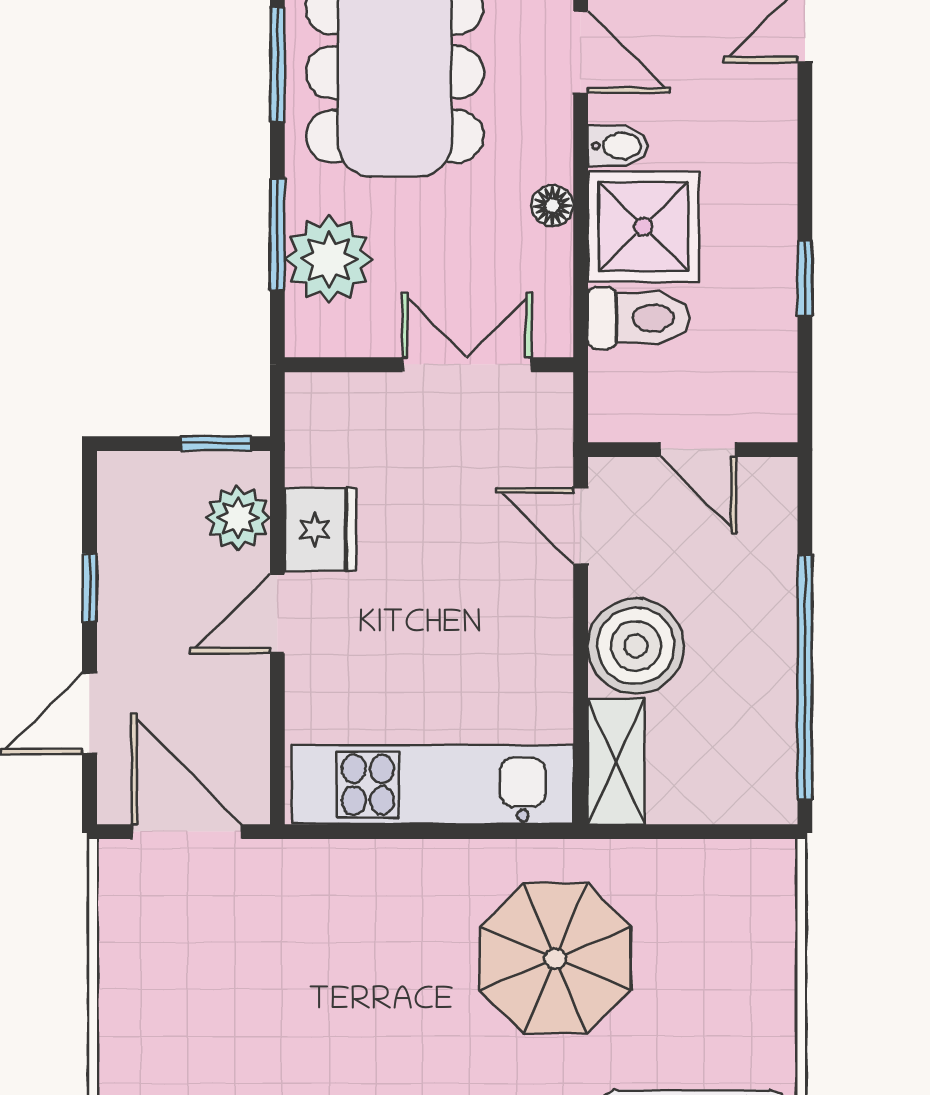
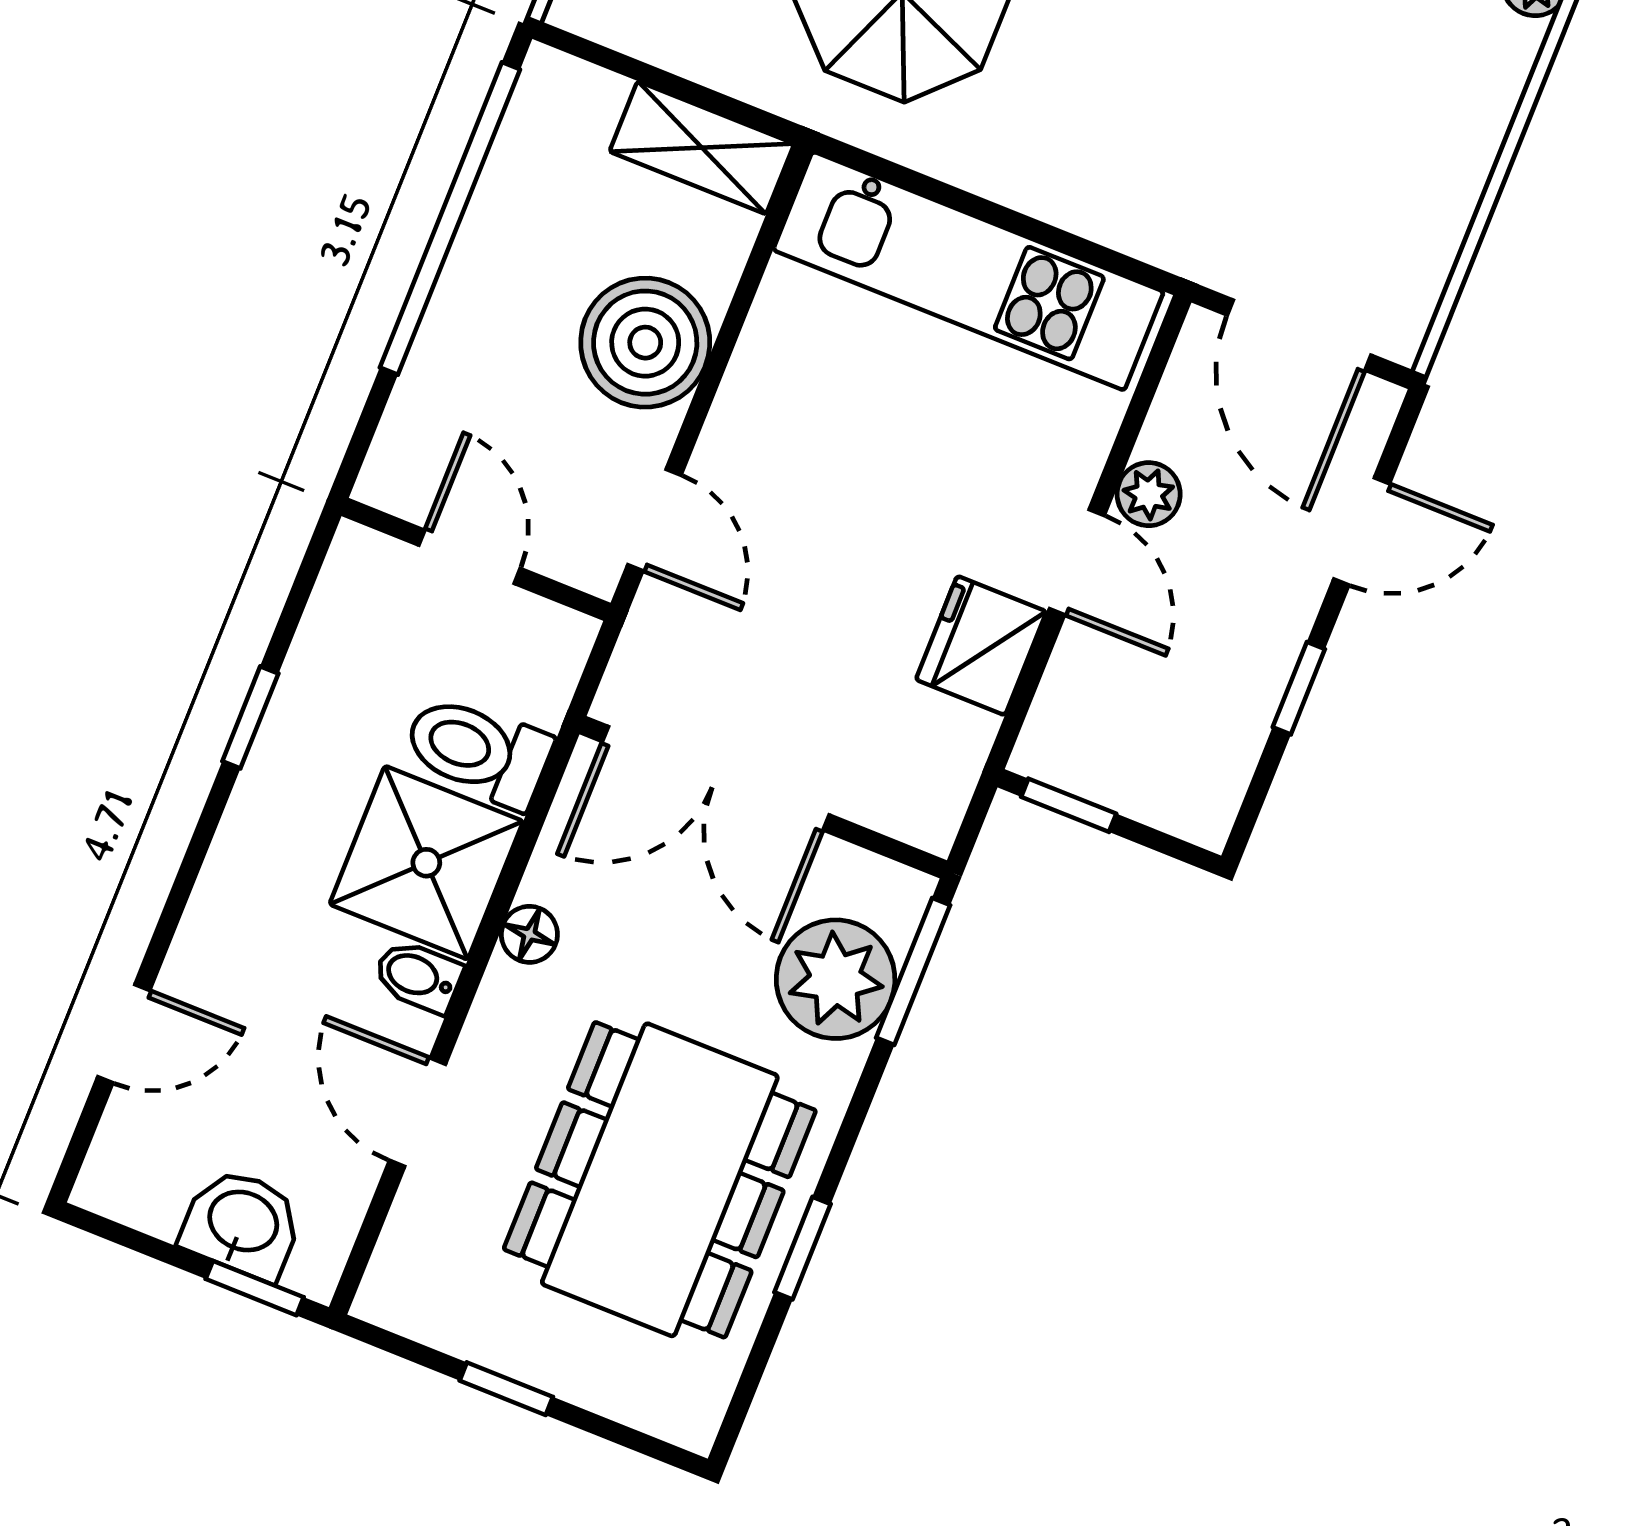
window: (277, 65) -> (802, 1248), width x0.67
window: (277, 235) -> (913, 971), moved
double door: (467, 365) -> (716, 778), width x1.37
plant: (238, 518) -> (1149, 494), moved, width x0.73, depth x0.73
door: (277, 614) -> (1077, 562), hinge flipped
shelving: (616, 762) -> (702, 148), moved, turned 90

